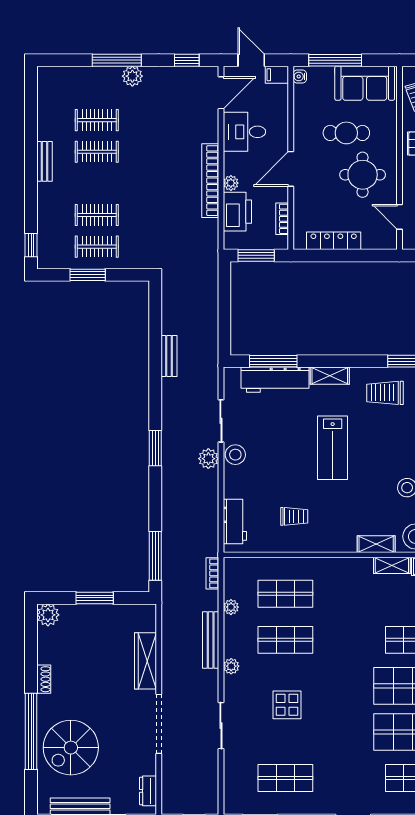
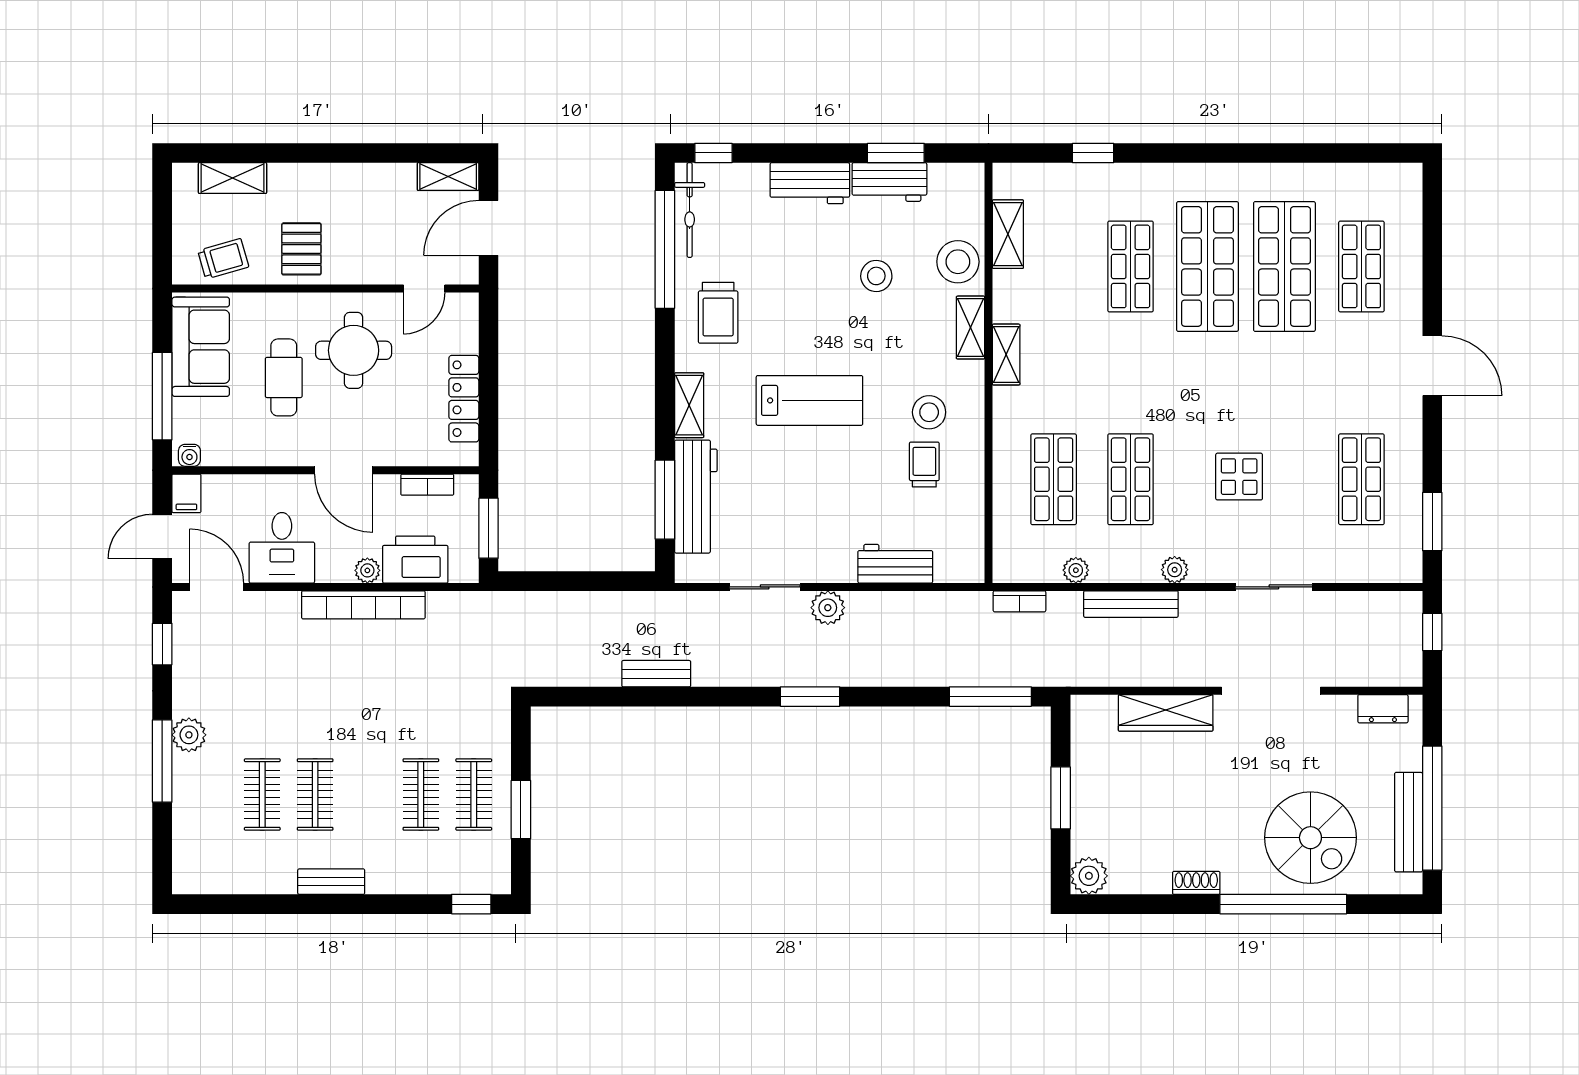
stool: (235, 455) -> (929, 412), moved
workbench: (235, 522) -> (895, 564), moved
shelving: (392, 565) -> (1006, 355), moved

